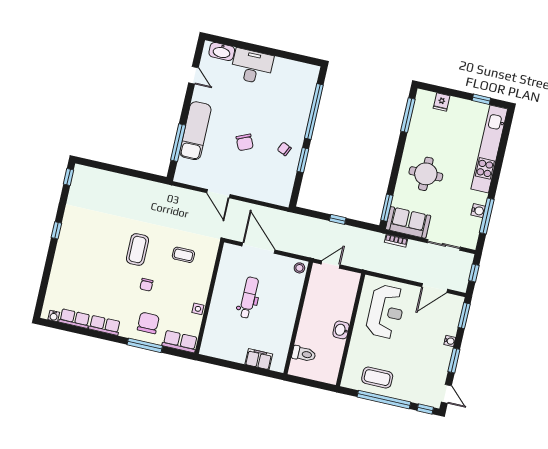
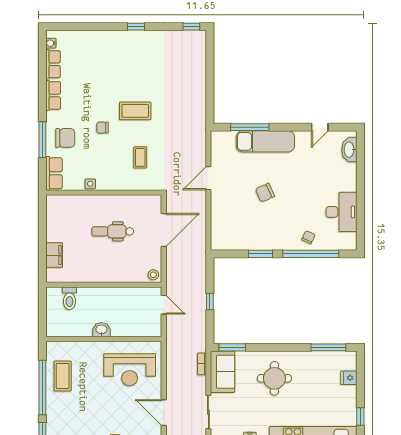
desk: (252, 66) -> (341, 212), moved
chair: (284, 149) -> (308, 237), moved
dental chair: (249, 298) -> (113, 231), turned 180

